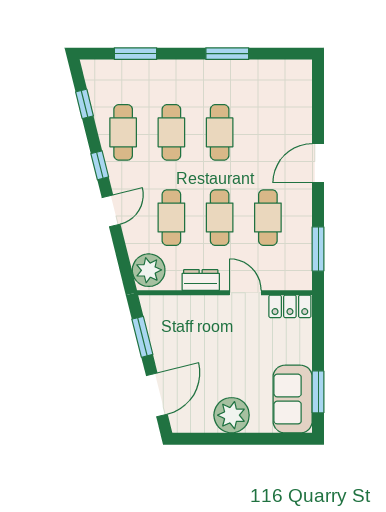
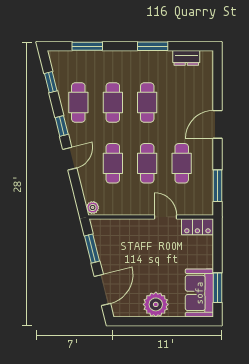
plant: (149, 270) -> (93, 208), width x0.53, depth x0.53
dresser: (201, 280) -> (186, 58), moved, turned 180

